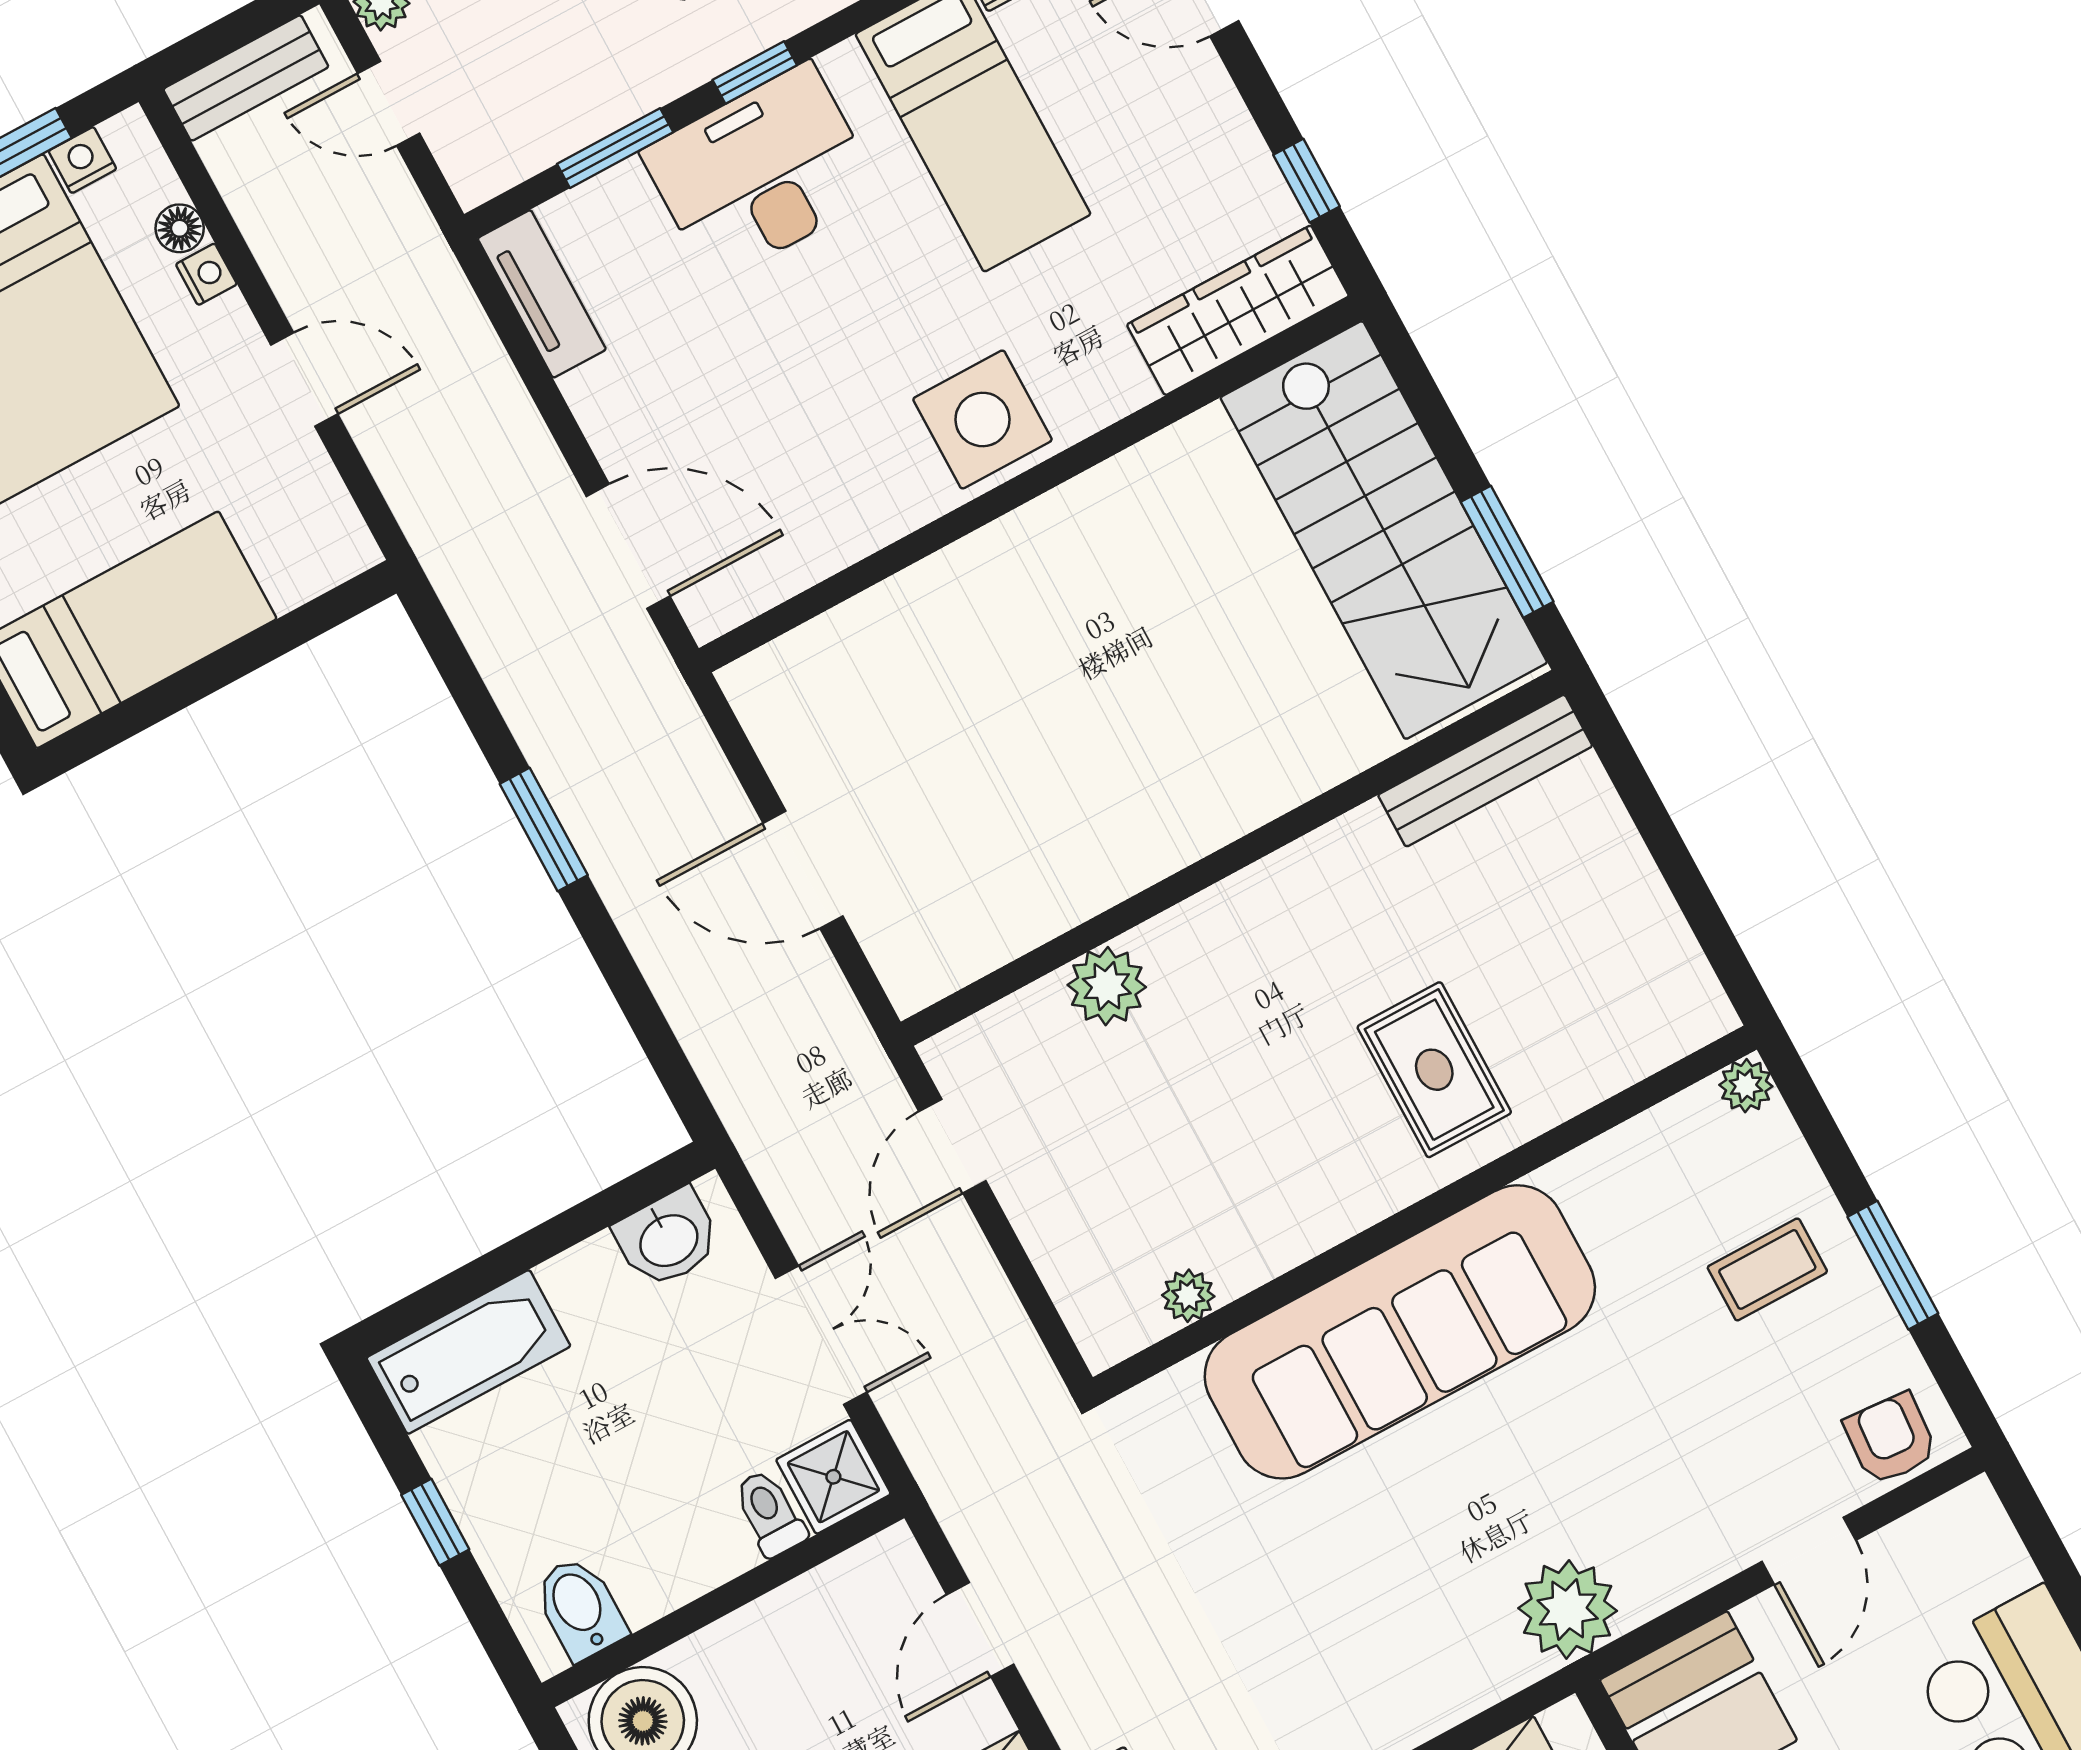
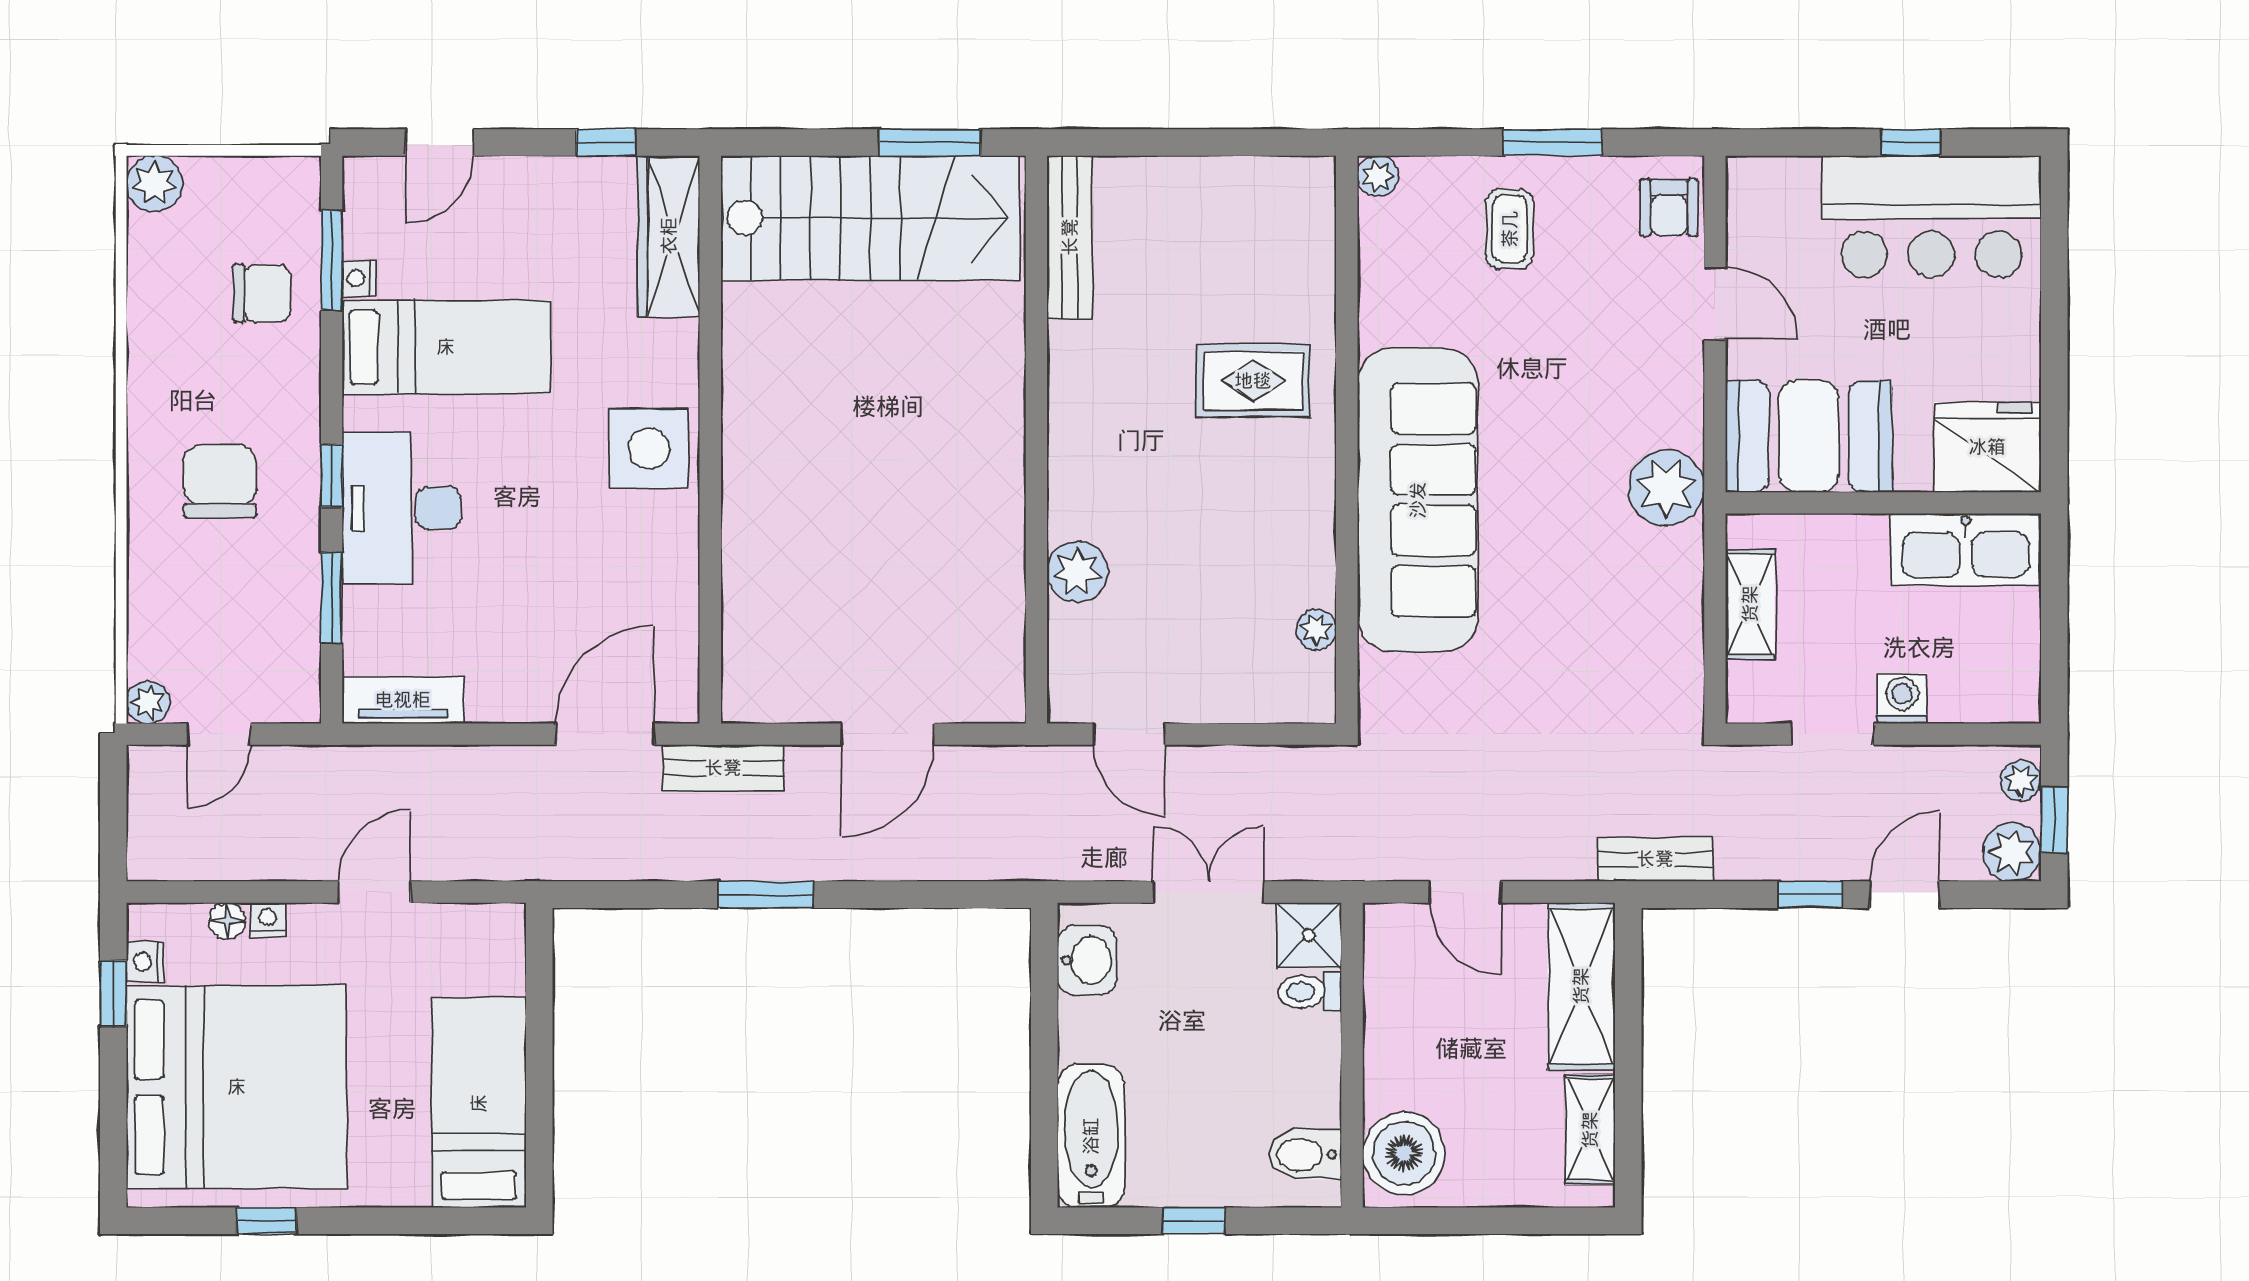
bench: (246, 78) -> (723, 768), moved, turned 90
armchair: (1891, 1439) -> (1669, 207), turned -94

